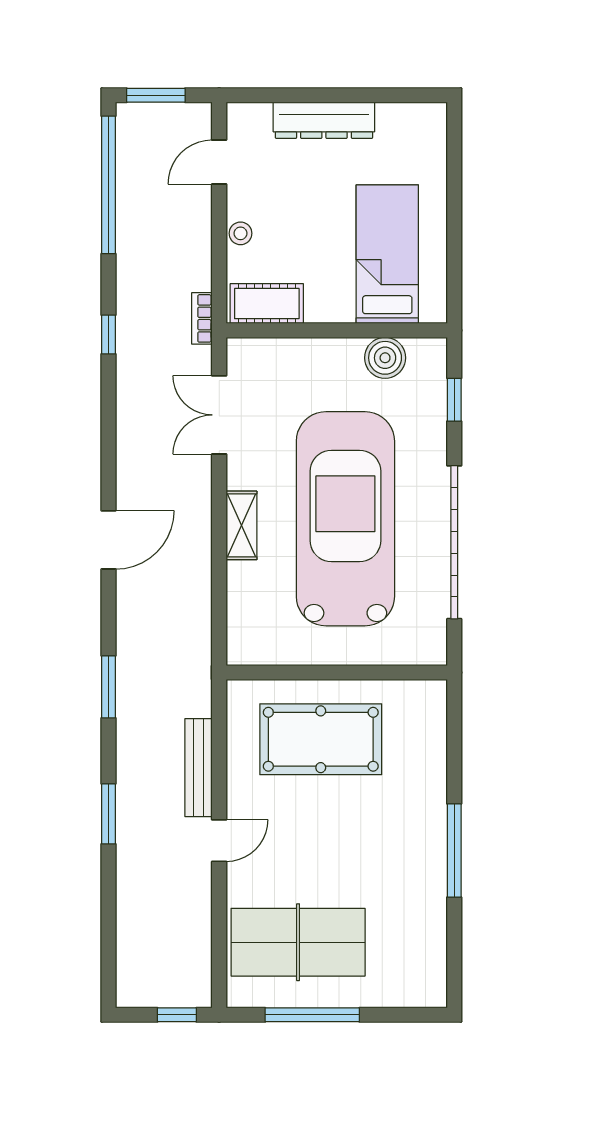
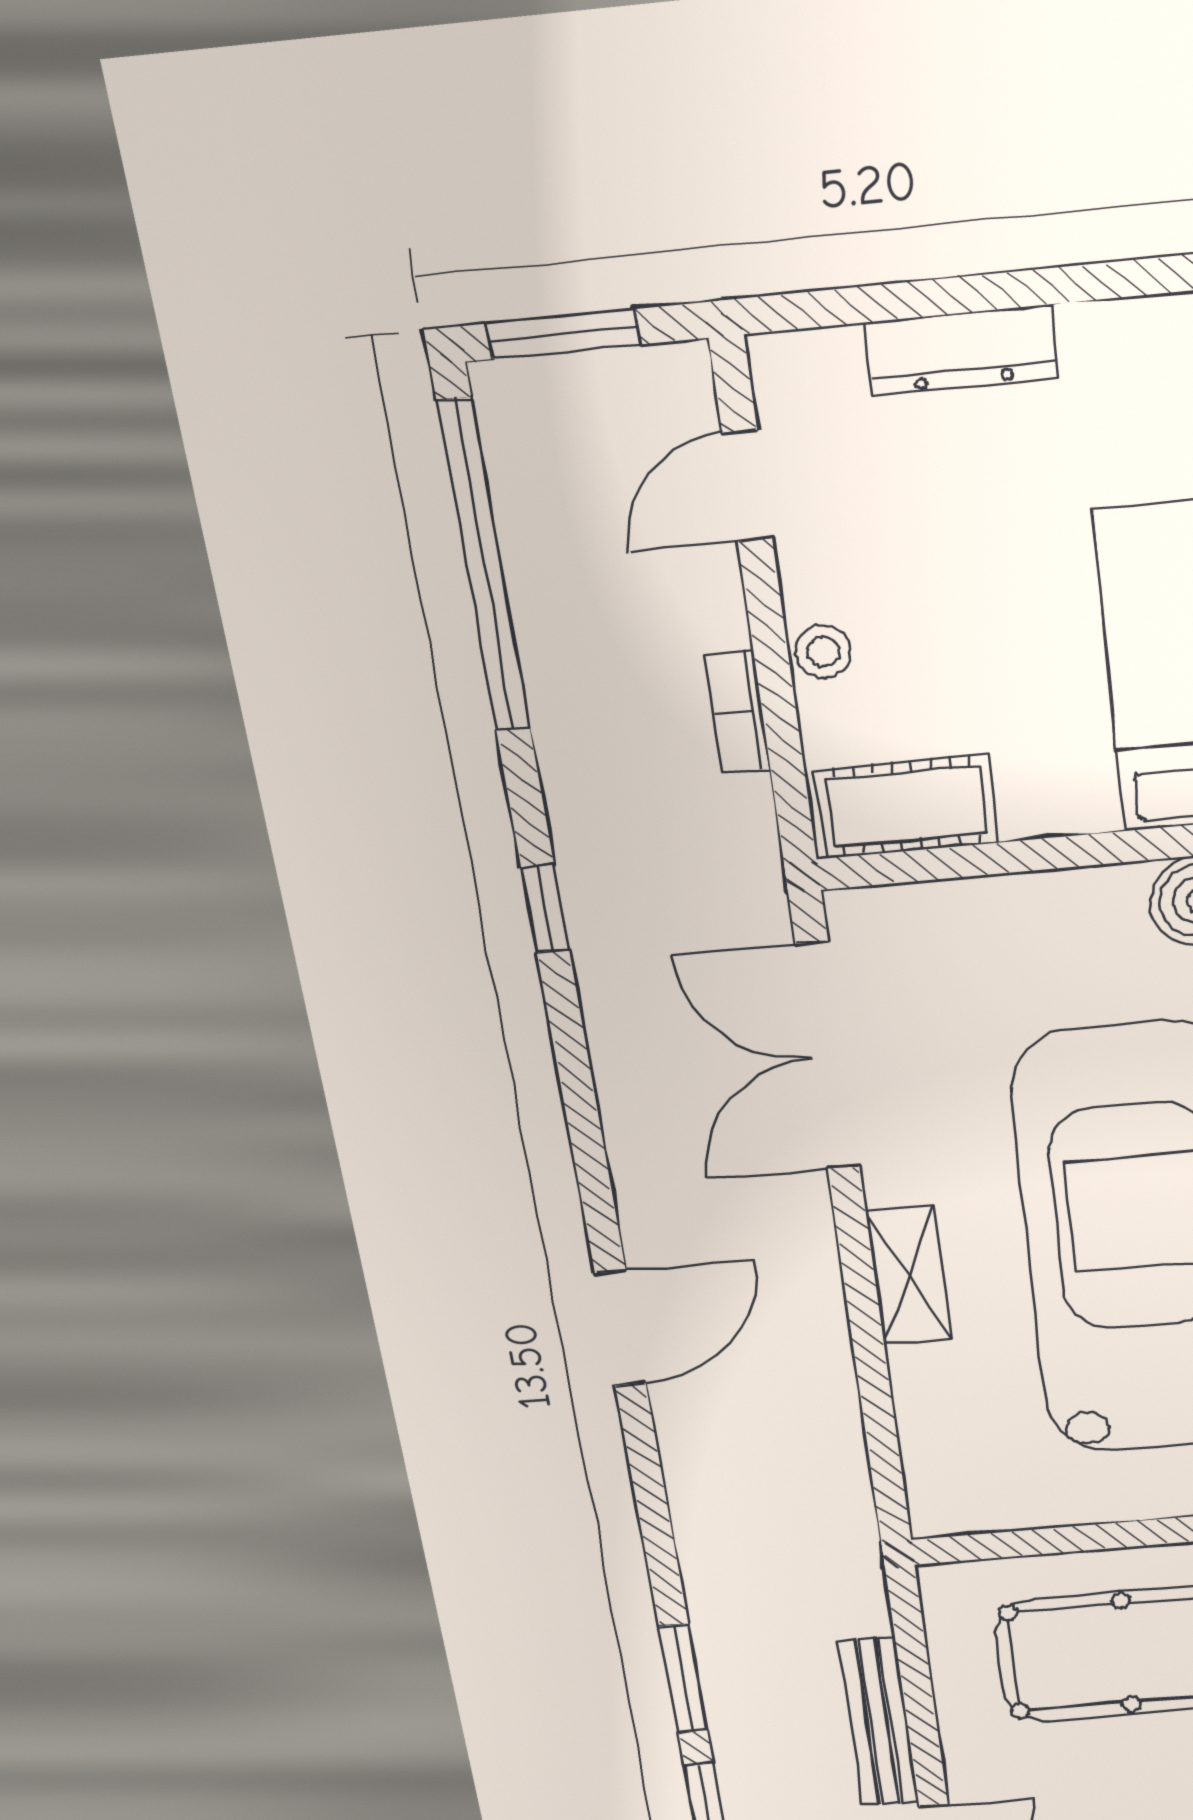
dresser: (324, 120) -> (961, 351), width x0.73, depth x0.80
bookcase: (202, 318) -> (737, 712), moved
double door: (219, 415) -> (828, 1057), width x1.37
window: (109, 687) -> (683, 1679), moved

